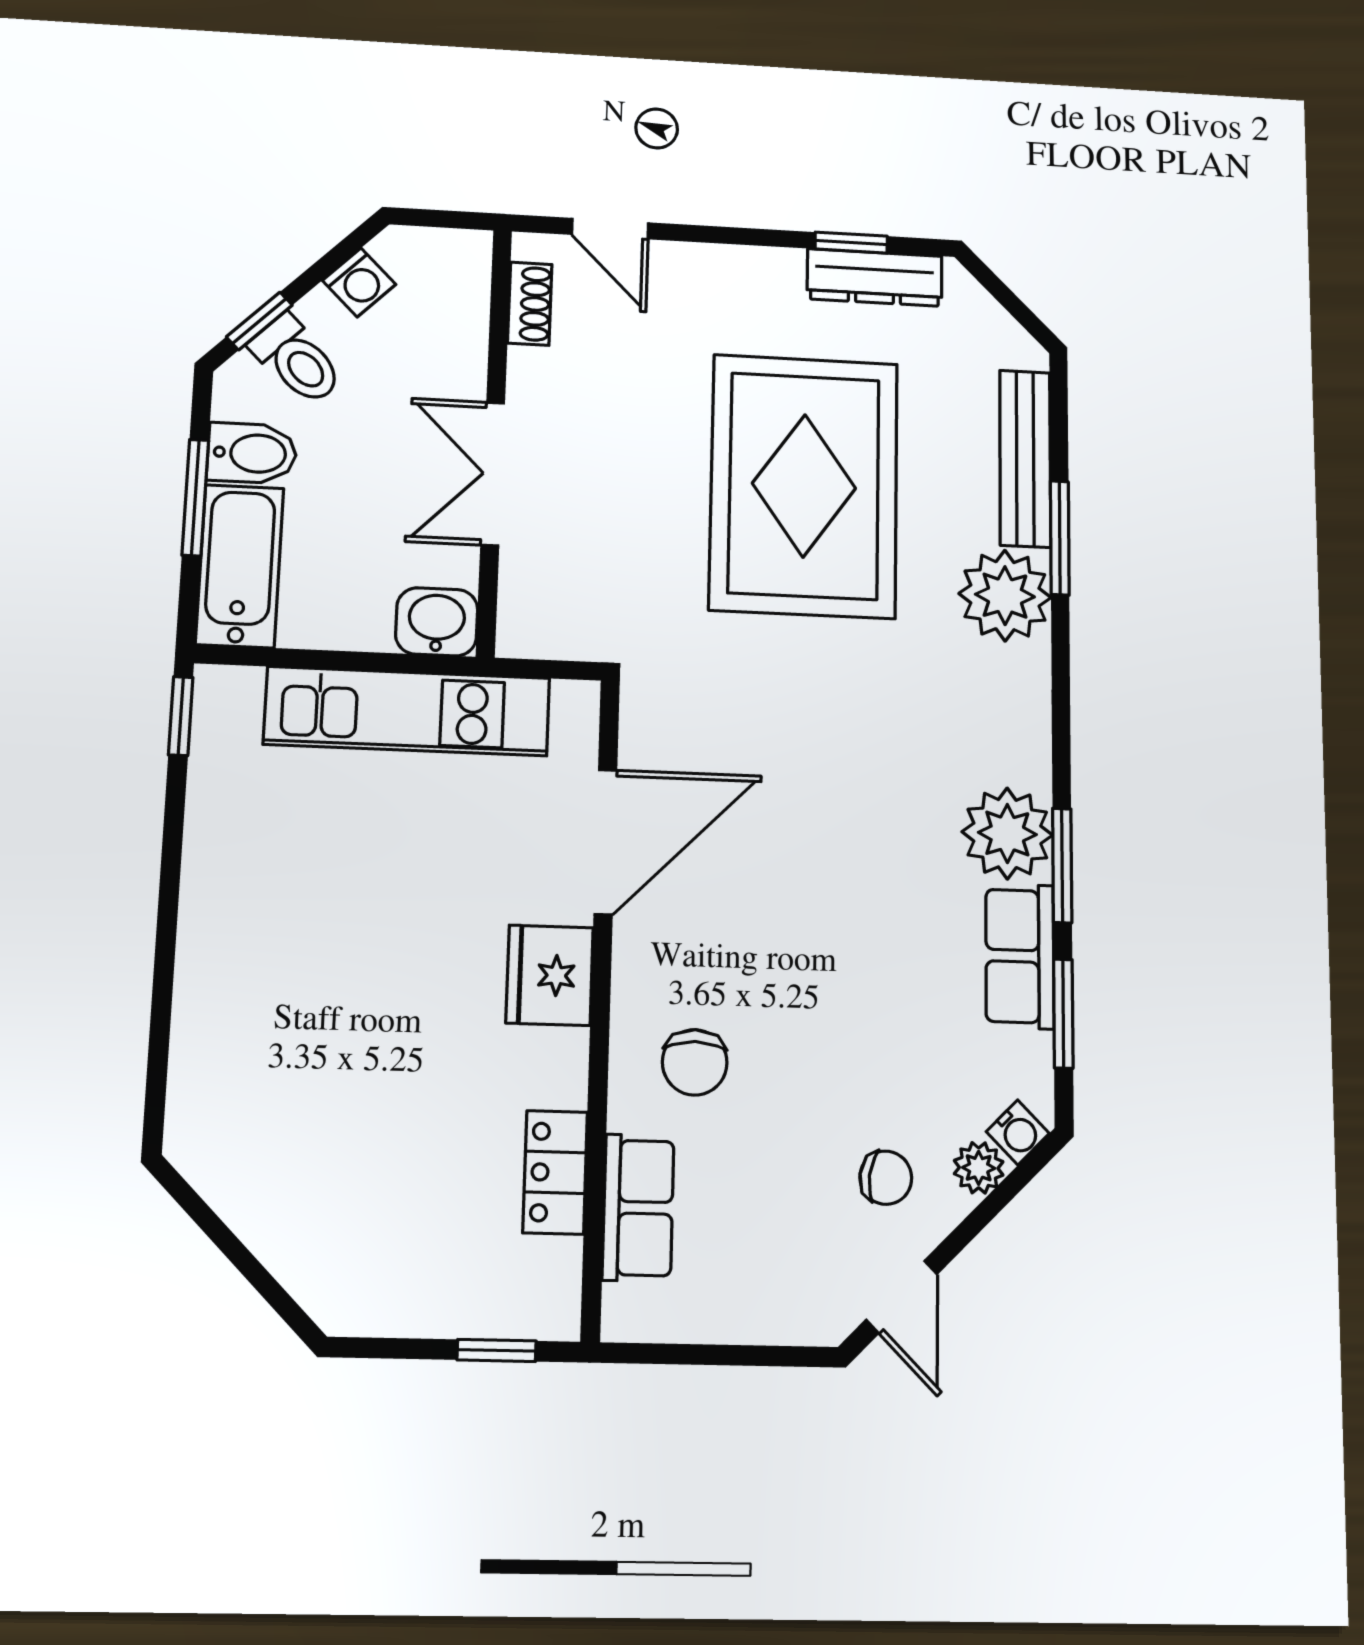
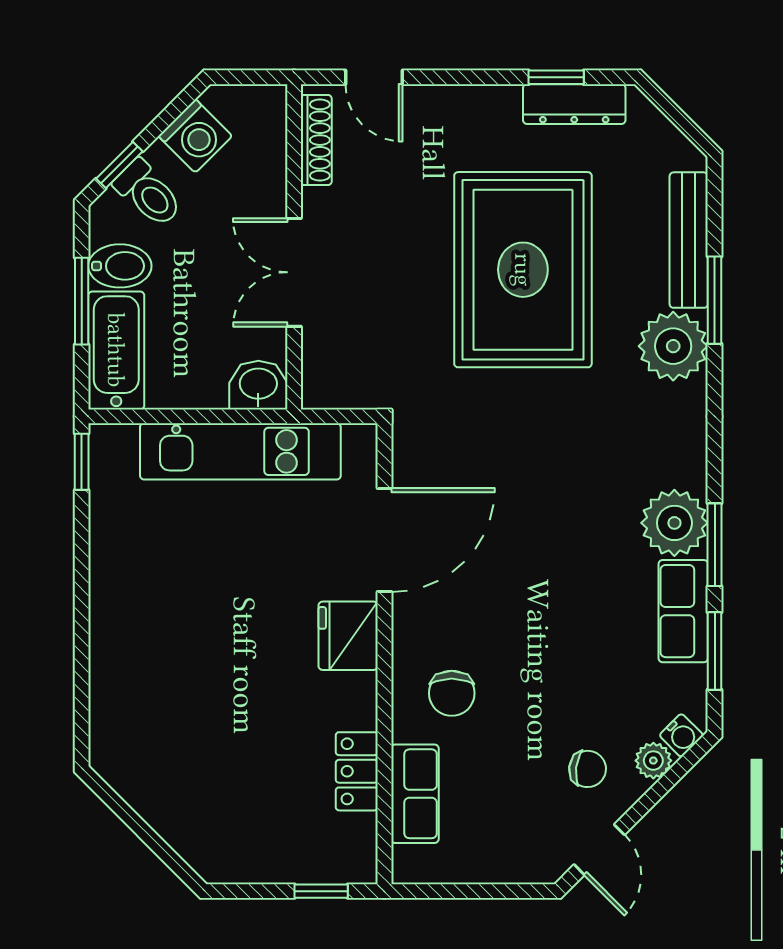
washing machine: (359, 282) -> (195, 136), width x1.38, depth x1.38
shoe rack: (530, 304) -> (316, 140), width x1.43

